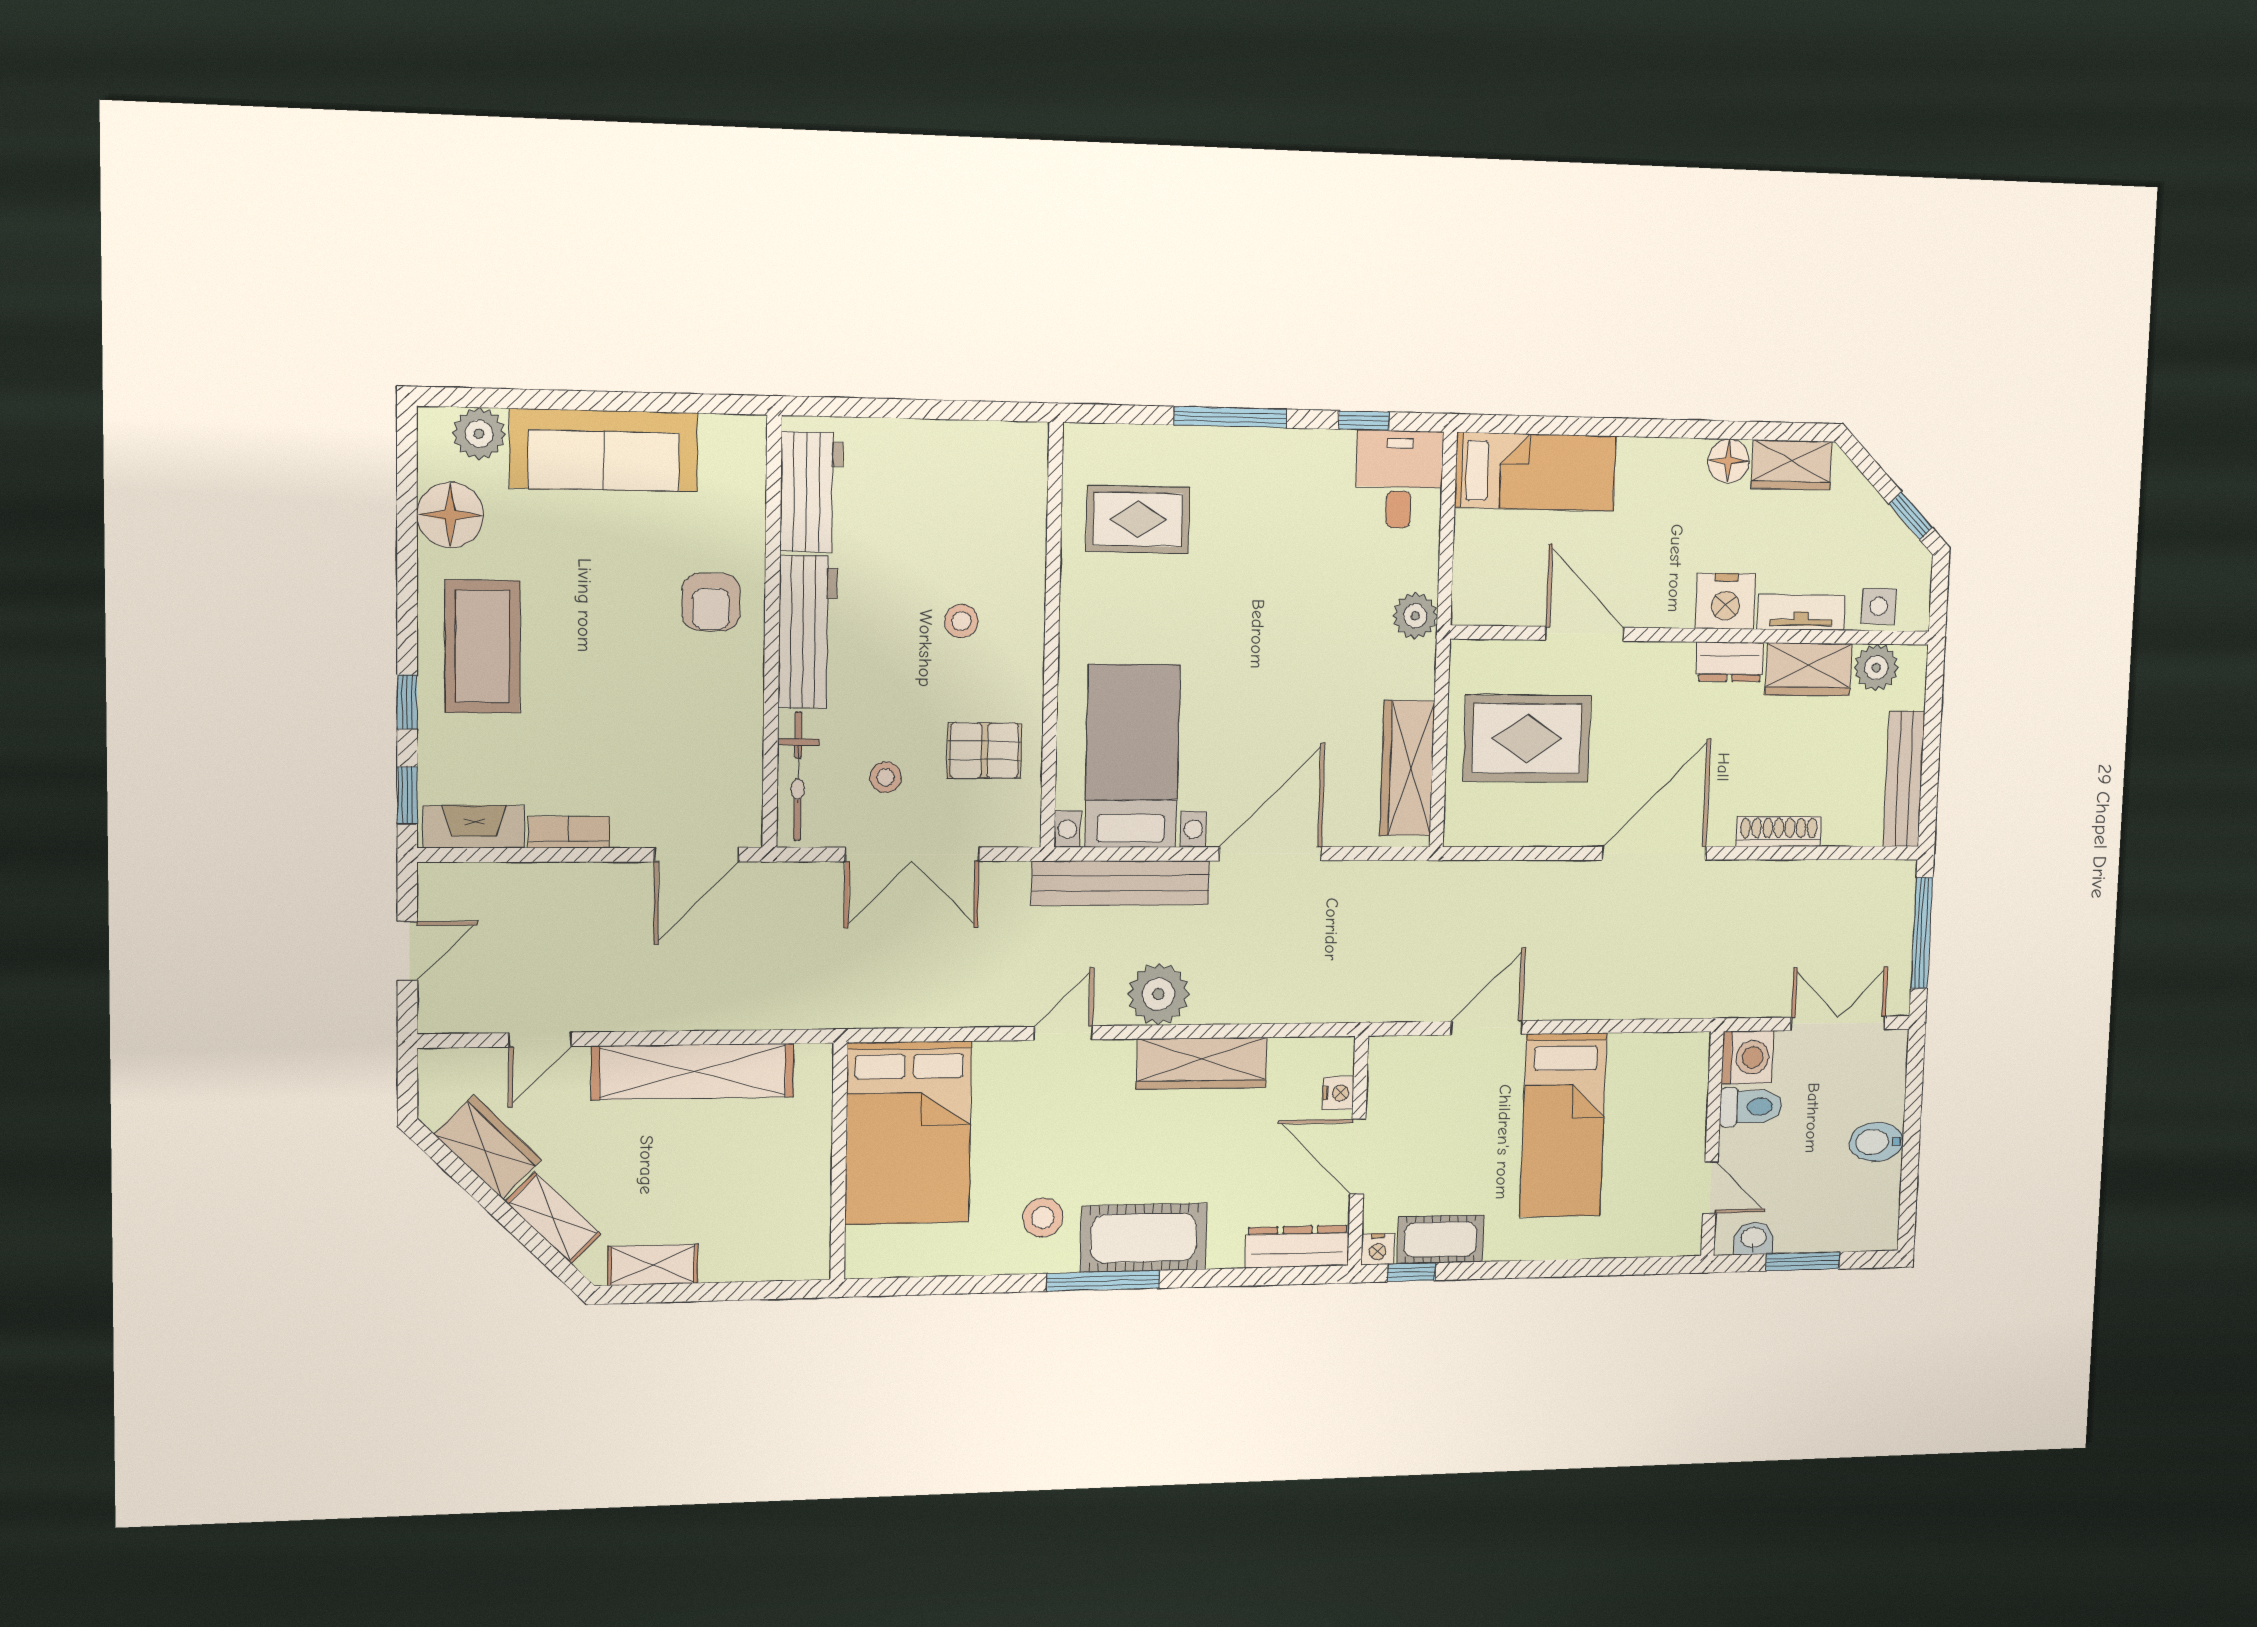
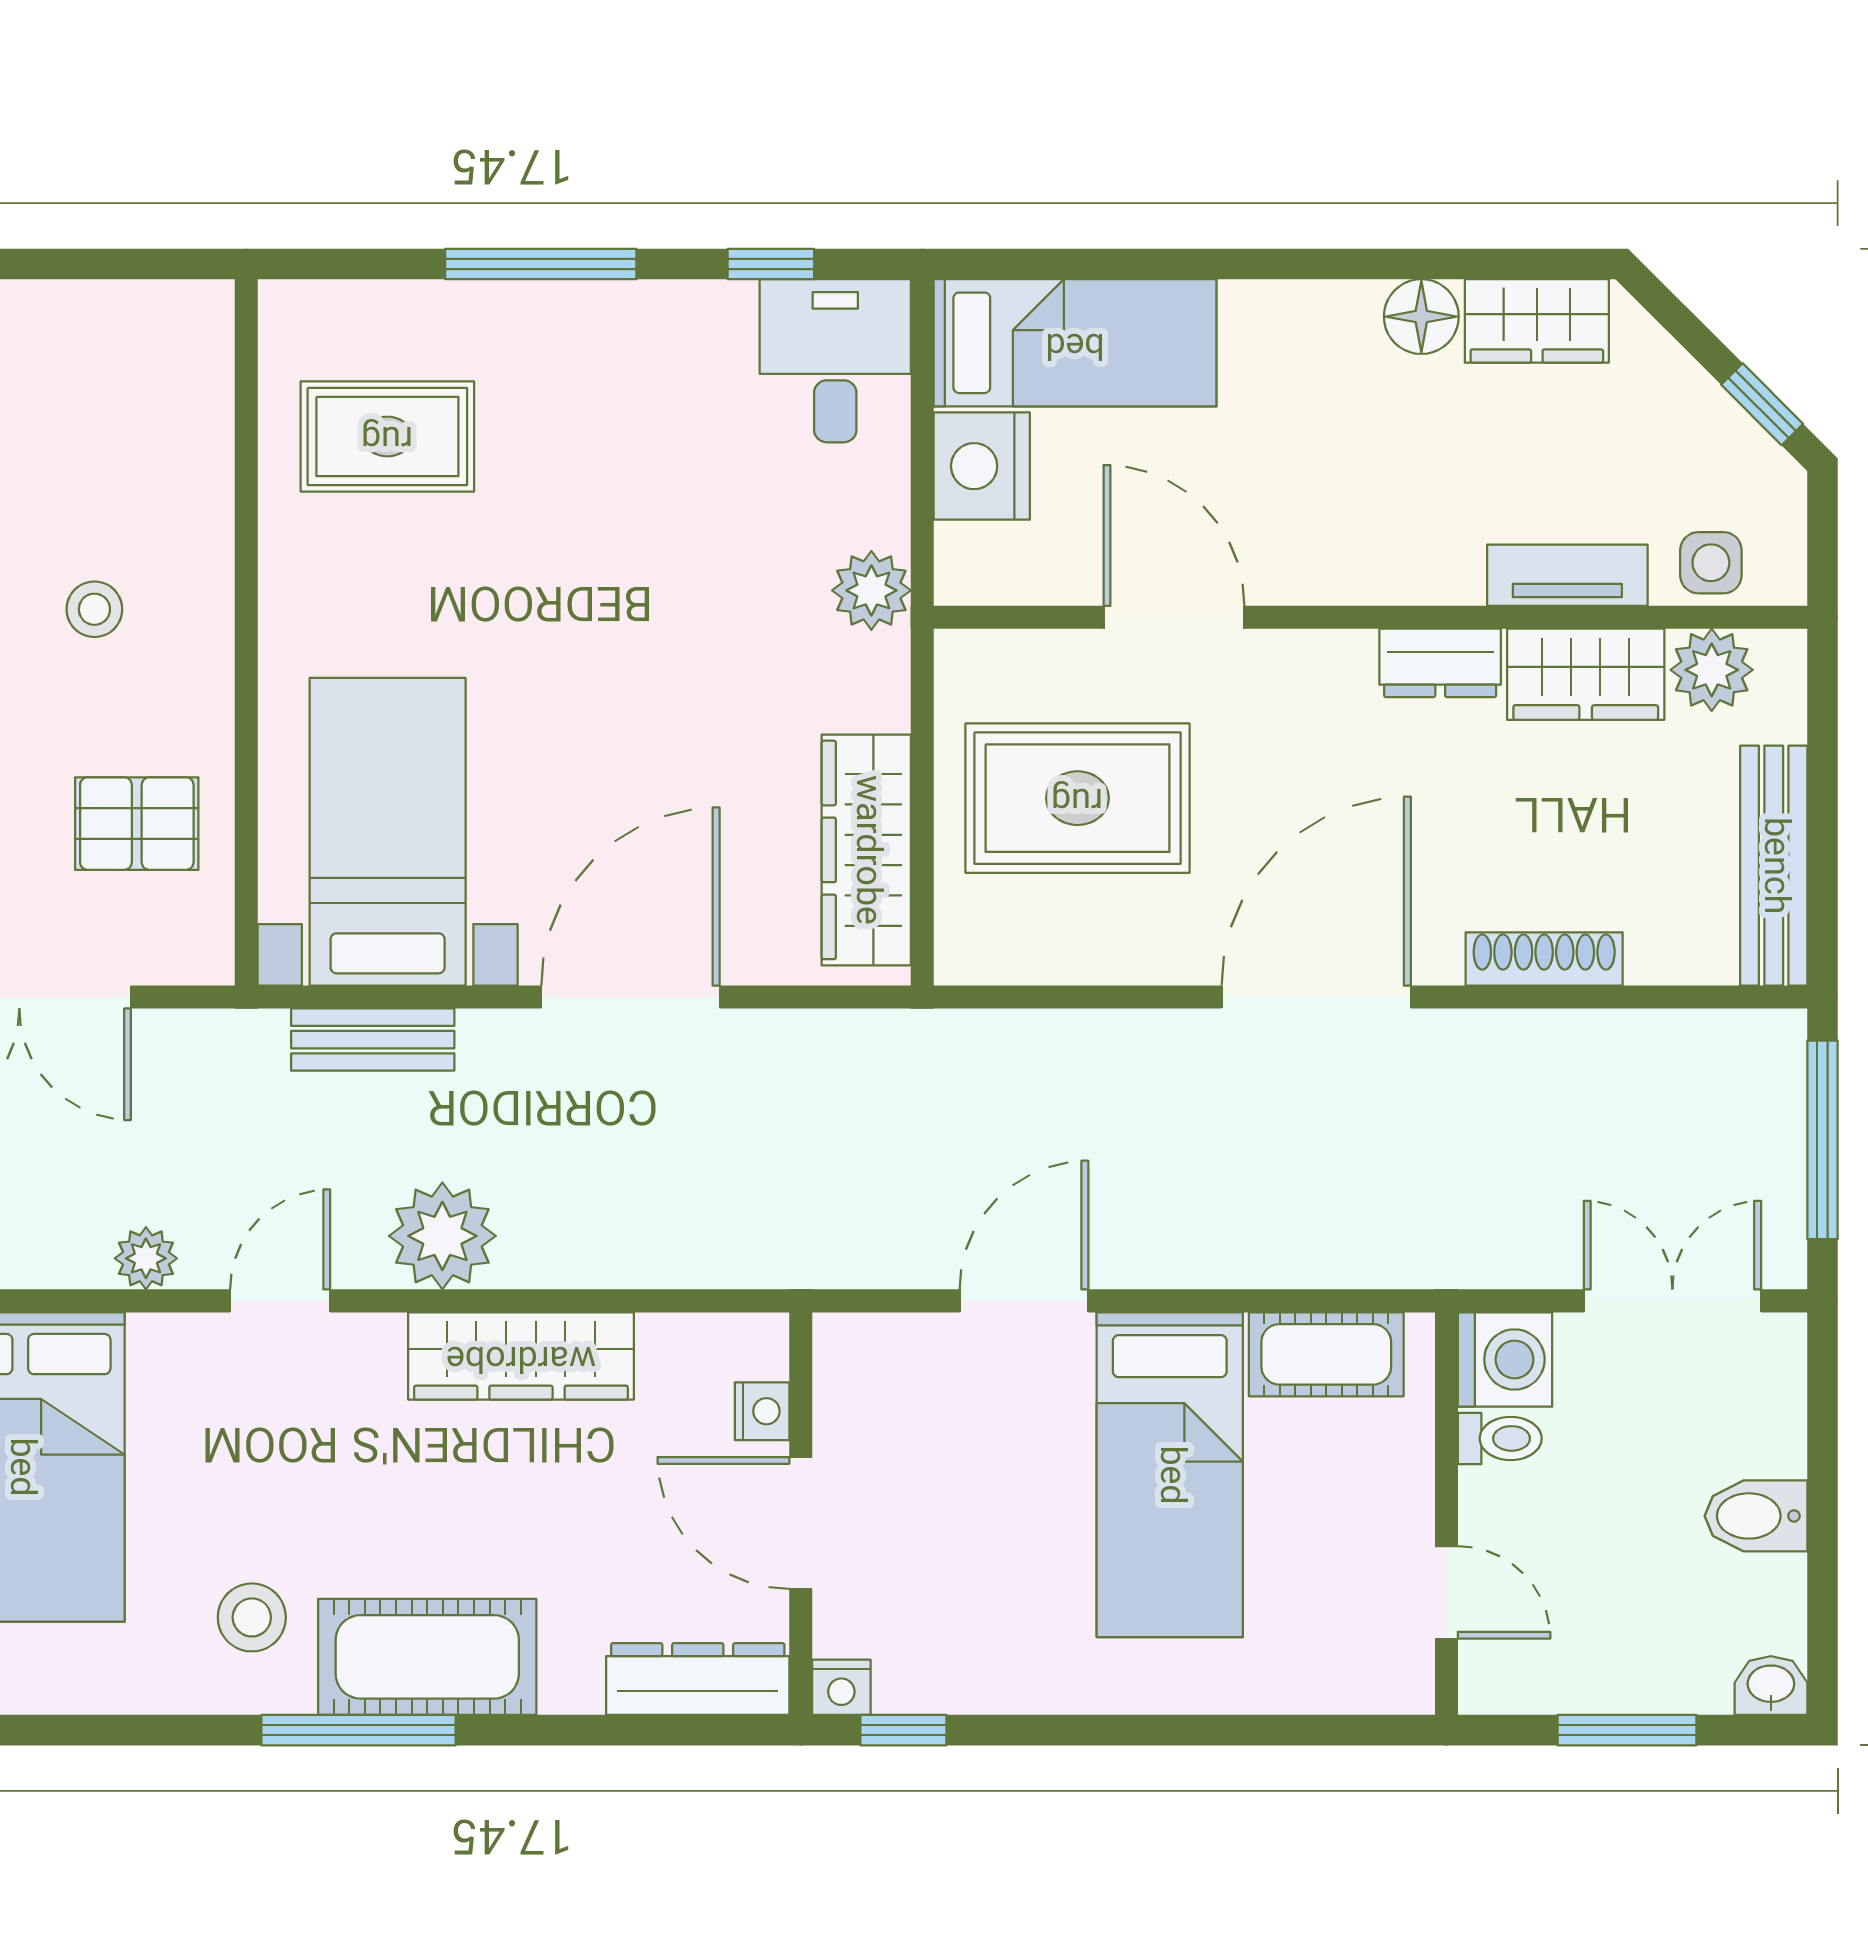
nightstand: (1726, 601) -> (982, 466), moved, turned 90
bench: (1121, 883) -> (373, 1040), width x0.54, depth x0.82
plant: (985, 1009) -> (146, 1258), added
toilet: (1751, 1107) -> (1500, 1438), width x0.73, depth x0.72
washbasin: (1753, 1238) -> (1771, 1685), moved
cot: (1440, 1239) -> (1326, 1354), moved

